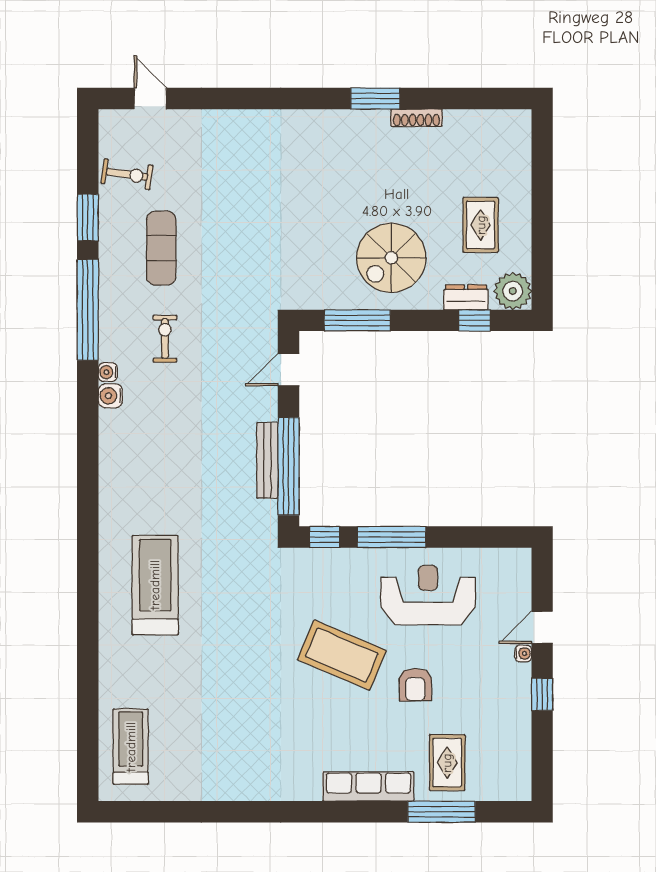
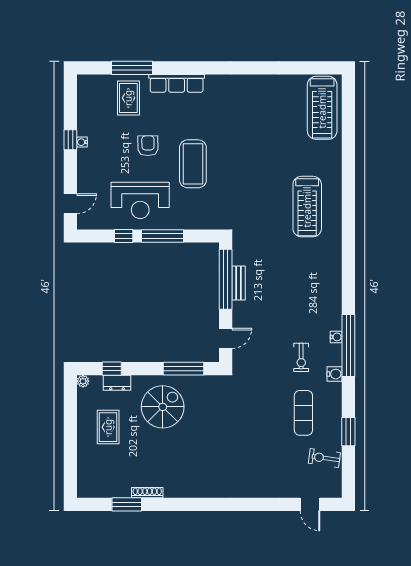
window: (375, 99) -> (127, 504), moved
plant: (513, 291) -> (83, 381), width x0.53, depth x0.53
window: (88, 310) -> (348, 345), moved
water cooler: (110, 396) -> (335, 374), moved
bench: (267, 460) -> (239, 283), width x0.73
window: (325, 537) -> (124, 236), moved
door: (542, 627) -> (70, 204), moved
water cooler: (523, 653) -> (82, 142), moved
coffee table: (342, 655) -> (193, 164), turned 67
treadmill: (131, 747) -> (322, 108), width x1.37, depth x1.38

